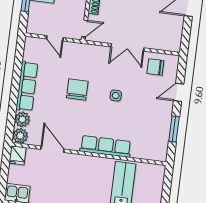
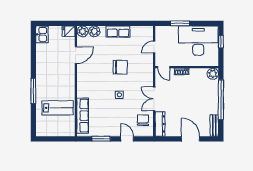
dresser: (164, 44) -> (160, 124), added
row of seats: (27, 86) -> (118, 32), width x0.68
row of seats: (106, 146) -> (83, 116), moved

